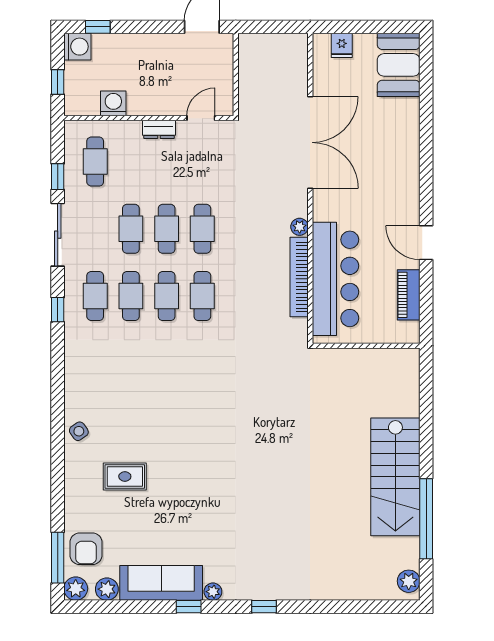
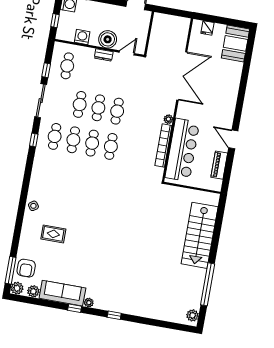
boiler: (161, 99) -> (108, 39), added
stairs: (395, 477) -> (200, 235), moved

